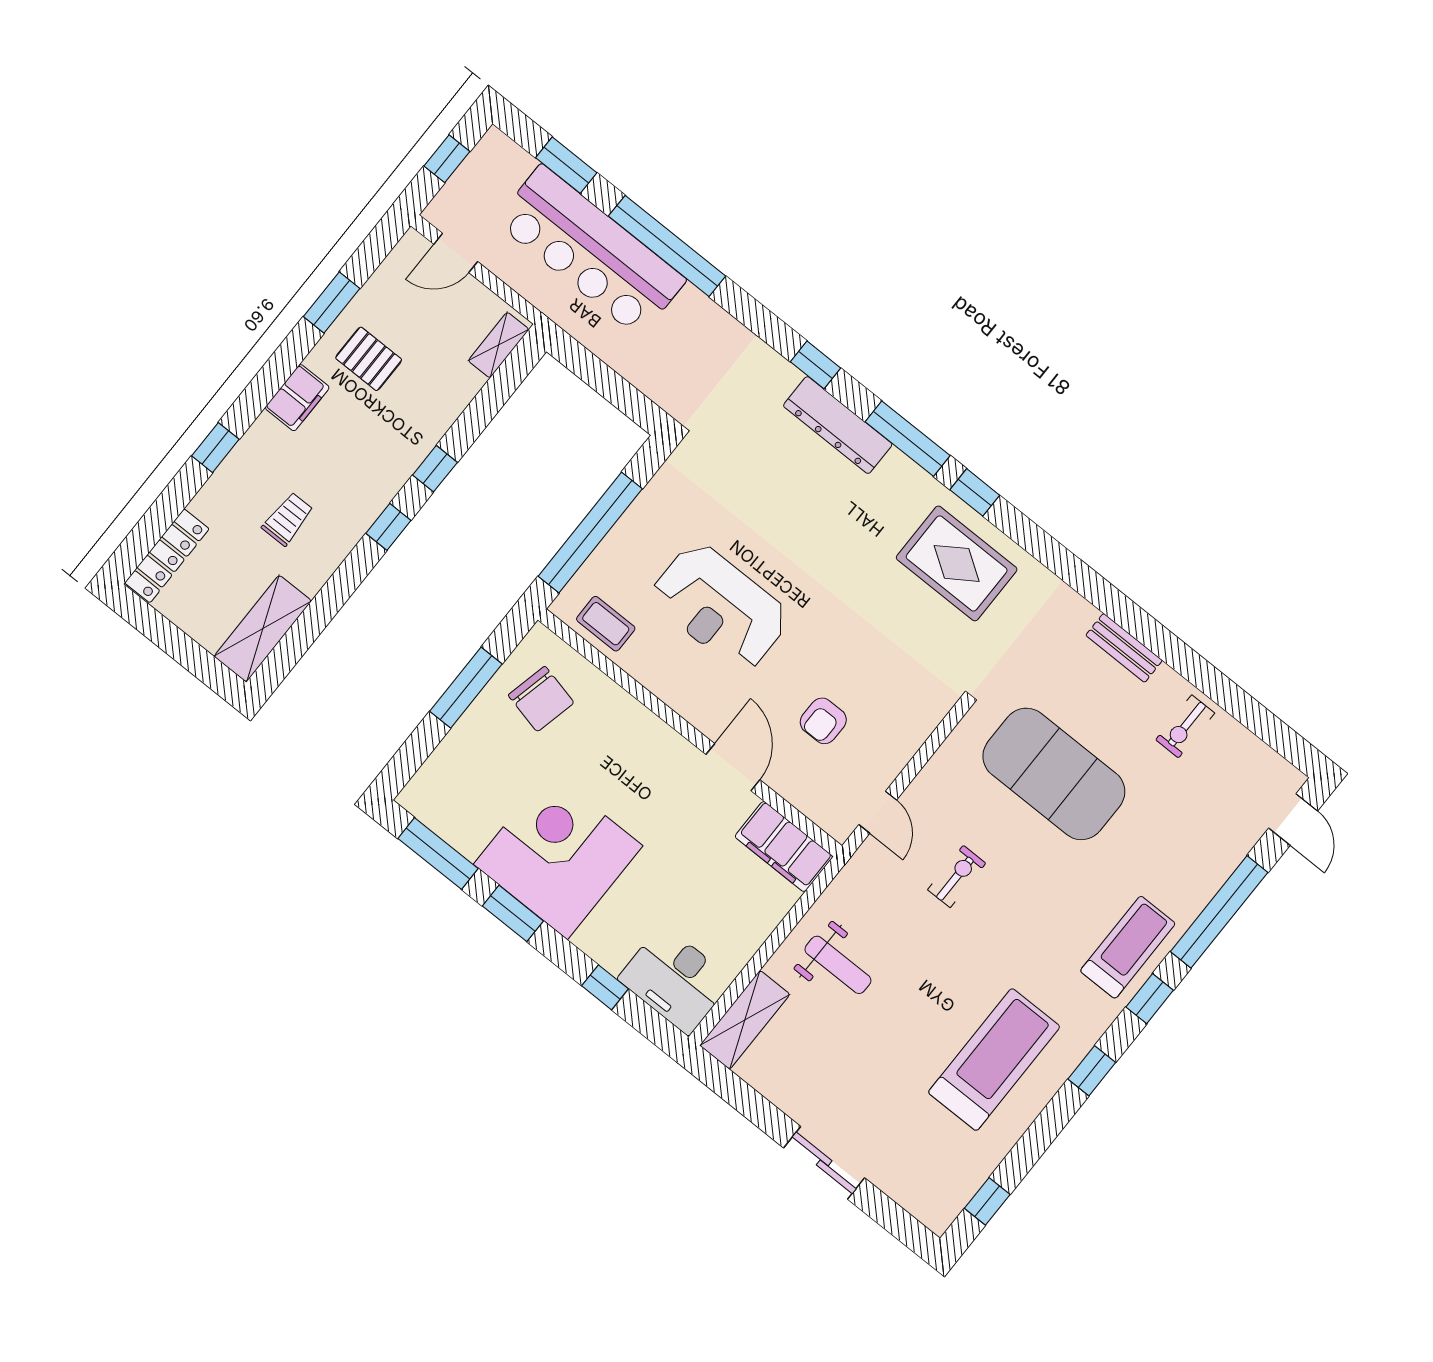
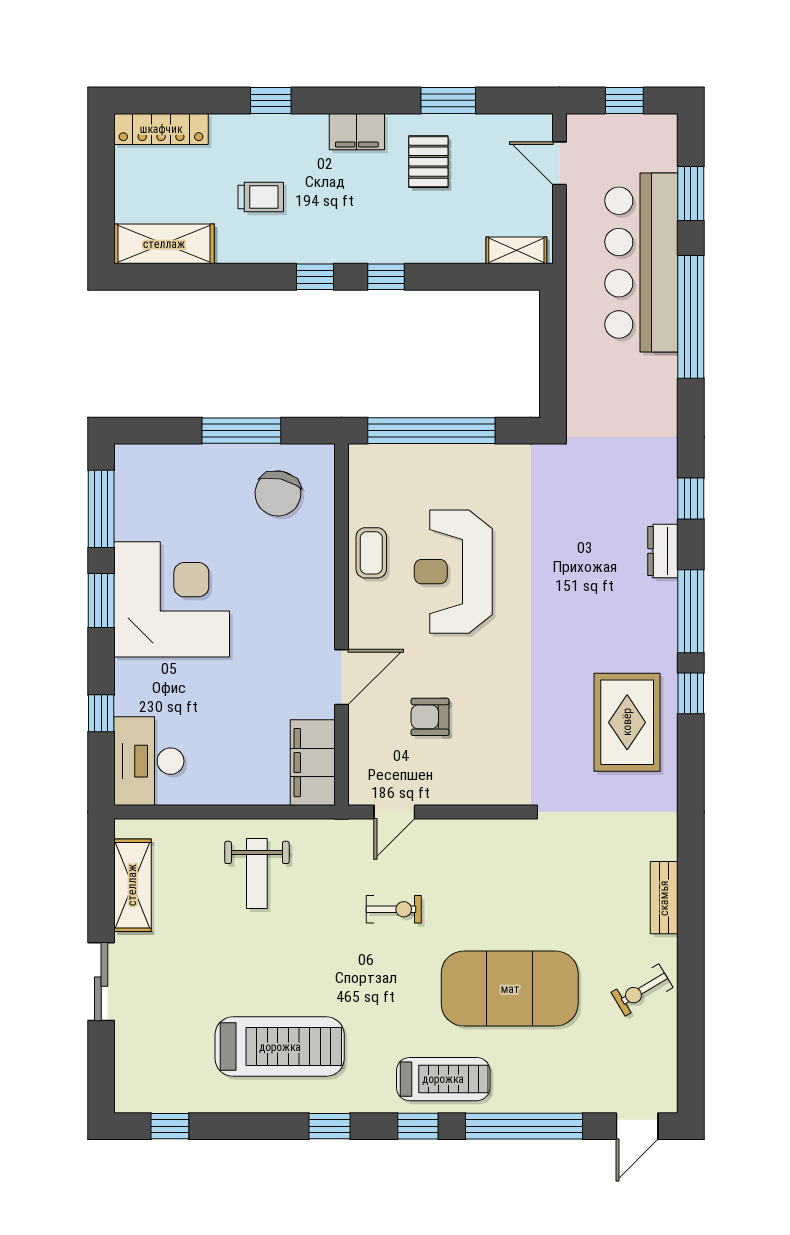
dresser: (838, 425) -> (663, 551), width x0.51, depth x0.80
coffee table: (606, 624) -> (371, 553), moved
exercise bike: (1185, 726) -> (642, 990), turned -31
exercise mat: (1054, 774) -> (510, 989), moved, turned 90
shelving: (745, 1020) -> (132, 885), moved, turned 90

